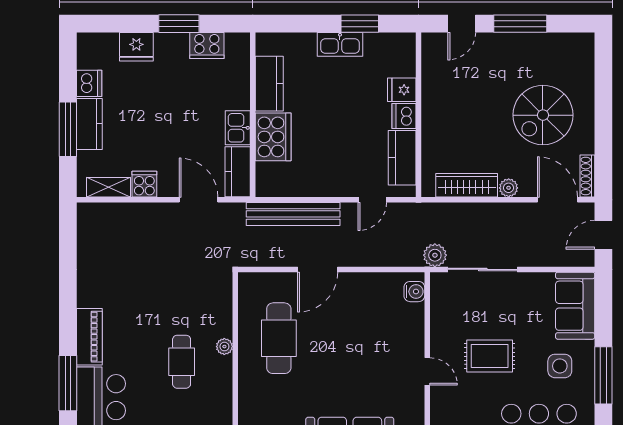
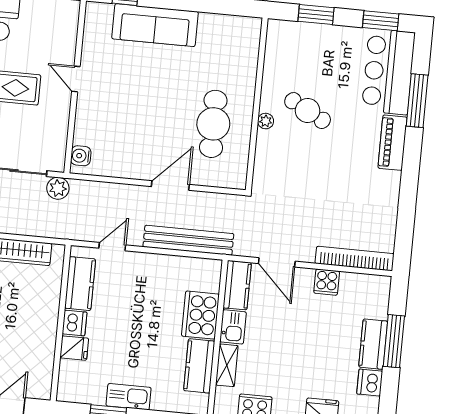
shelving: (108, 187) -> (227, 365), moved, turned 90
bookcase: (118, 212) -> (355, 259), added
cafe table: (182, 362) -> (308, 111), turned -62

